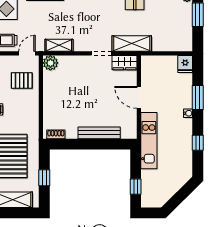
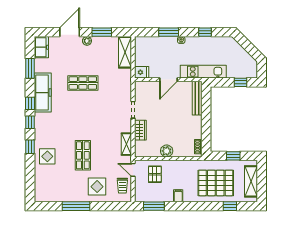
shelving: (132, 44) -> (125, 52), moved
plant: (50, 63) -> (167, 151), moved
wardrobe: (124, 63) -> (140, 130), moved
fridge: (185, 64) -> (142, 72), moved
bench: (99, 133) -> (197, 98), moved

